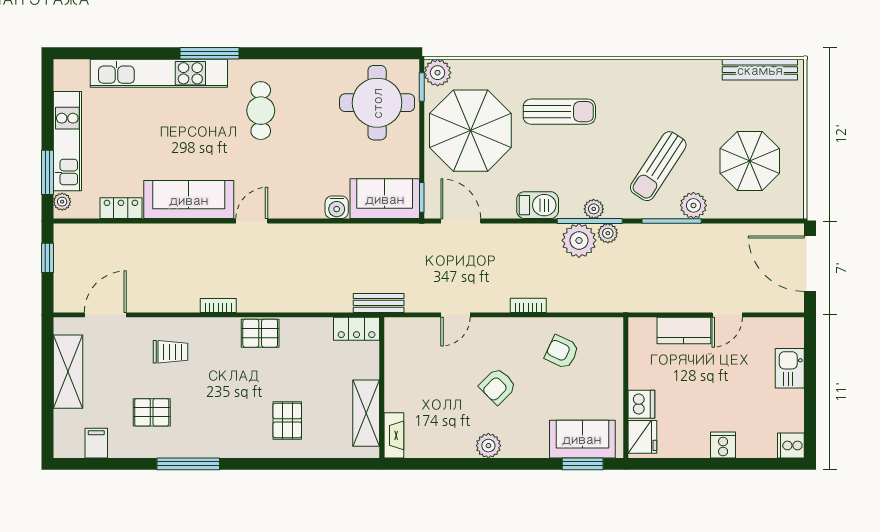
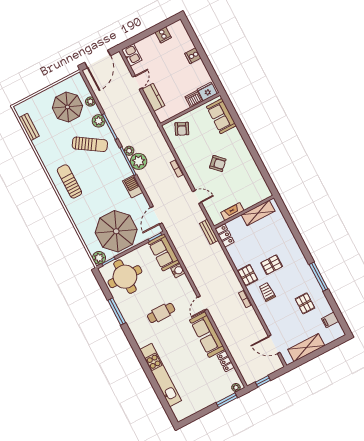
window: (209, 53) -> (117, 312), moved
bench: (760, 70) -> (29, 127), width x0.73
cafe table: (261, 111) -> (161, 313), moved
sun lounger: (559, 112) -> (69, 181), moved
kitchen unit: (67, 141) -> (209, 399), removed
plant: (594, 209) -> (90, 102), moved
door: (252, 221) -> (202, 303), hinge flipped
door: (727, 315) -> (137, 83), hinge flipped
trolley: (170, 352) -> (267, 292), moved
armchair: (562, 352) -> (182, 129), moved
kitchen sink: (790, 368) -> (132, 55), moved, turned -90
pallet: (287, 420) -> (272, 265), moved
fireplace: (394, 435) -> (232, 212), moved
cooker: (791, 445) -> (163, 35), moved
plant: (488, 446) -> (245, 154), removed
window: (583, 464) -> (232, 111), removed

